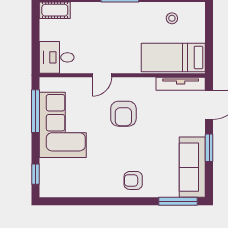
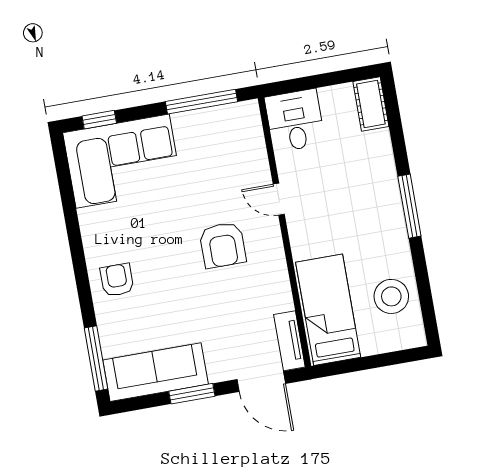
stool: (172, 18) -> (391, 296), width x1.89, depth x1.89
tv unit: (181, 84) -> (289, 341), width x0.71
armchair: (123, 114) -> (223, 245), turned -90
corner sofa: (63, 125) -> (123, 161), moved

